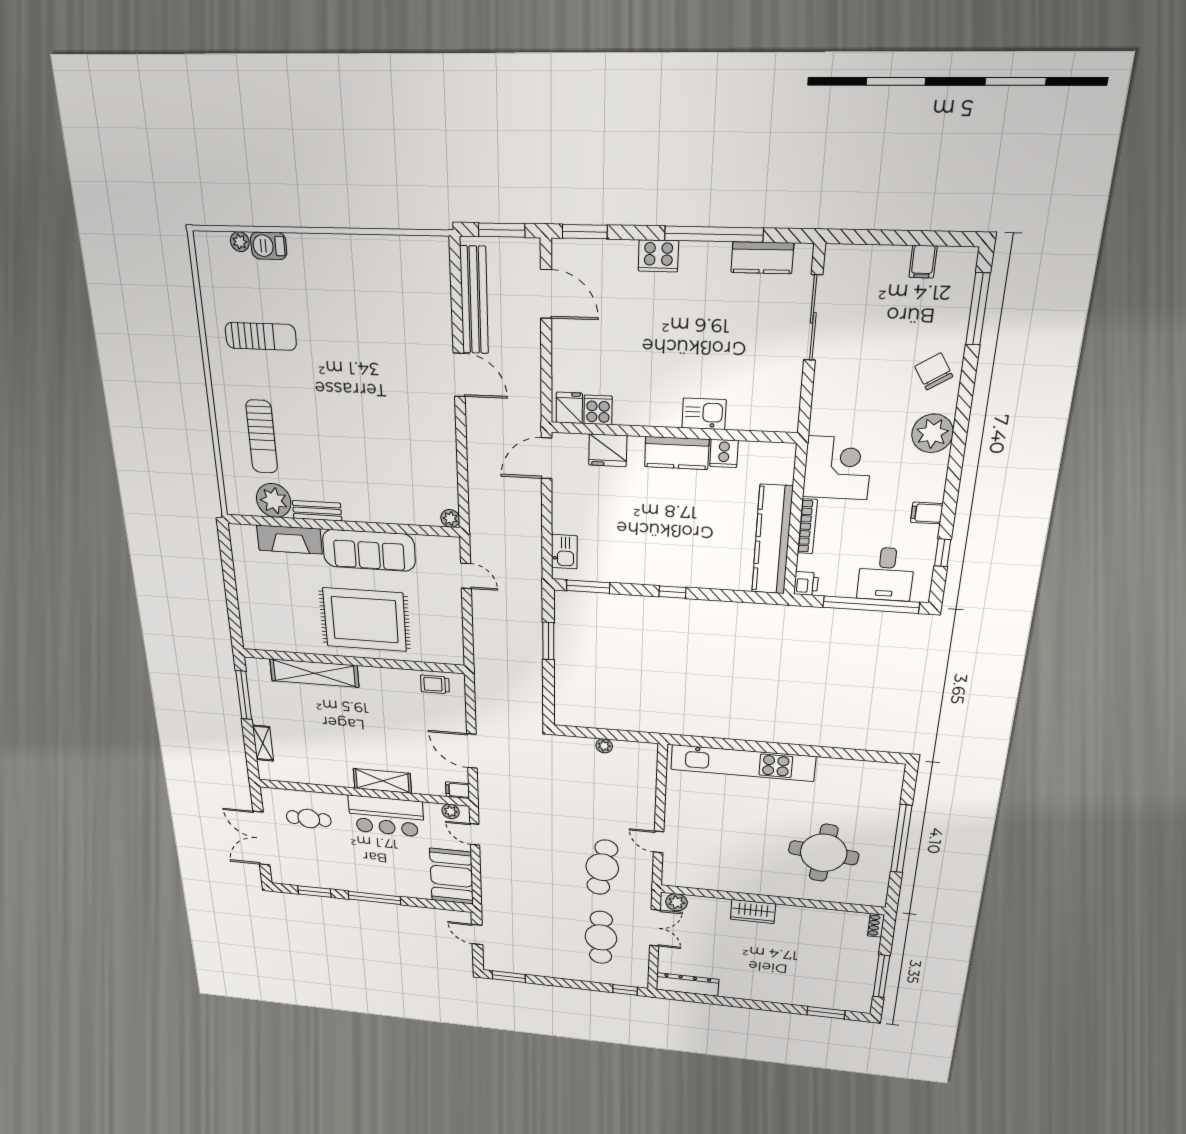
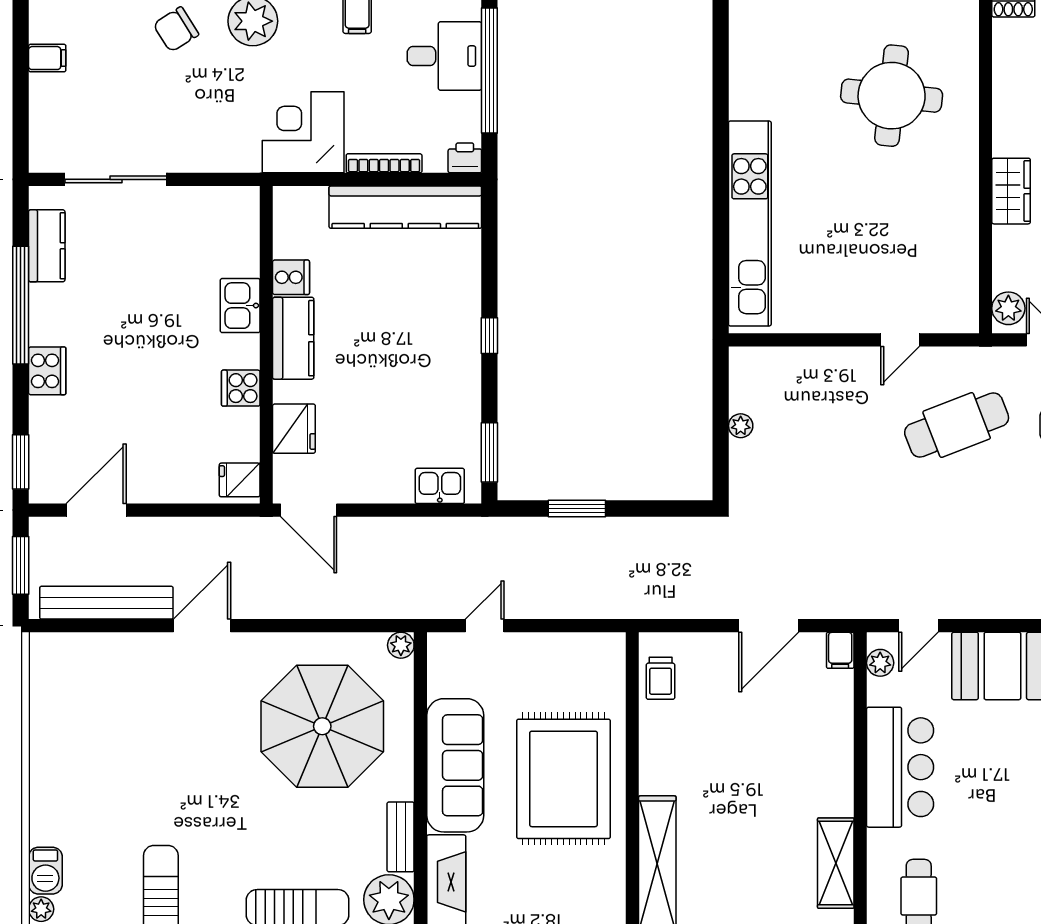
cooker: (598, 410) -> (241, 388), moved
parasol: (390, 460) -> (322, 726), added
shelving: (382, 781) -> (836, 863), moved
cafe table: (602, 867) -> (957, 425), turned -30

